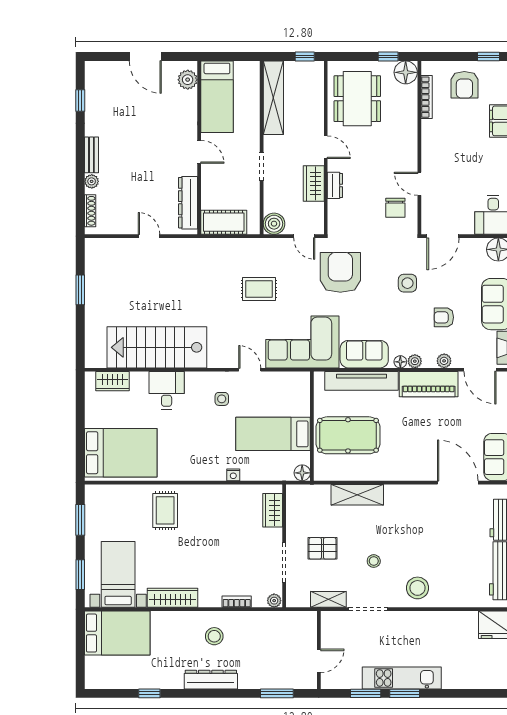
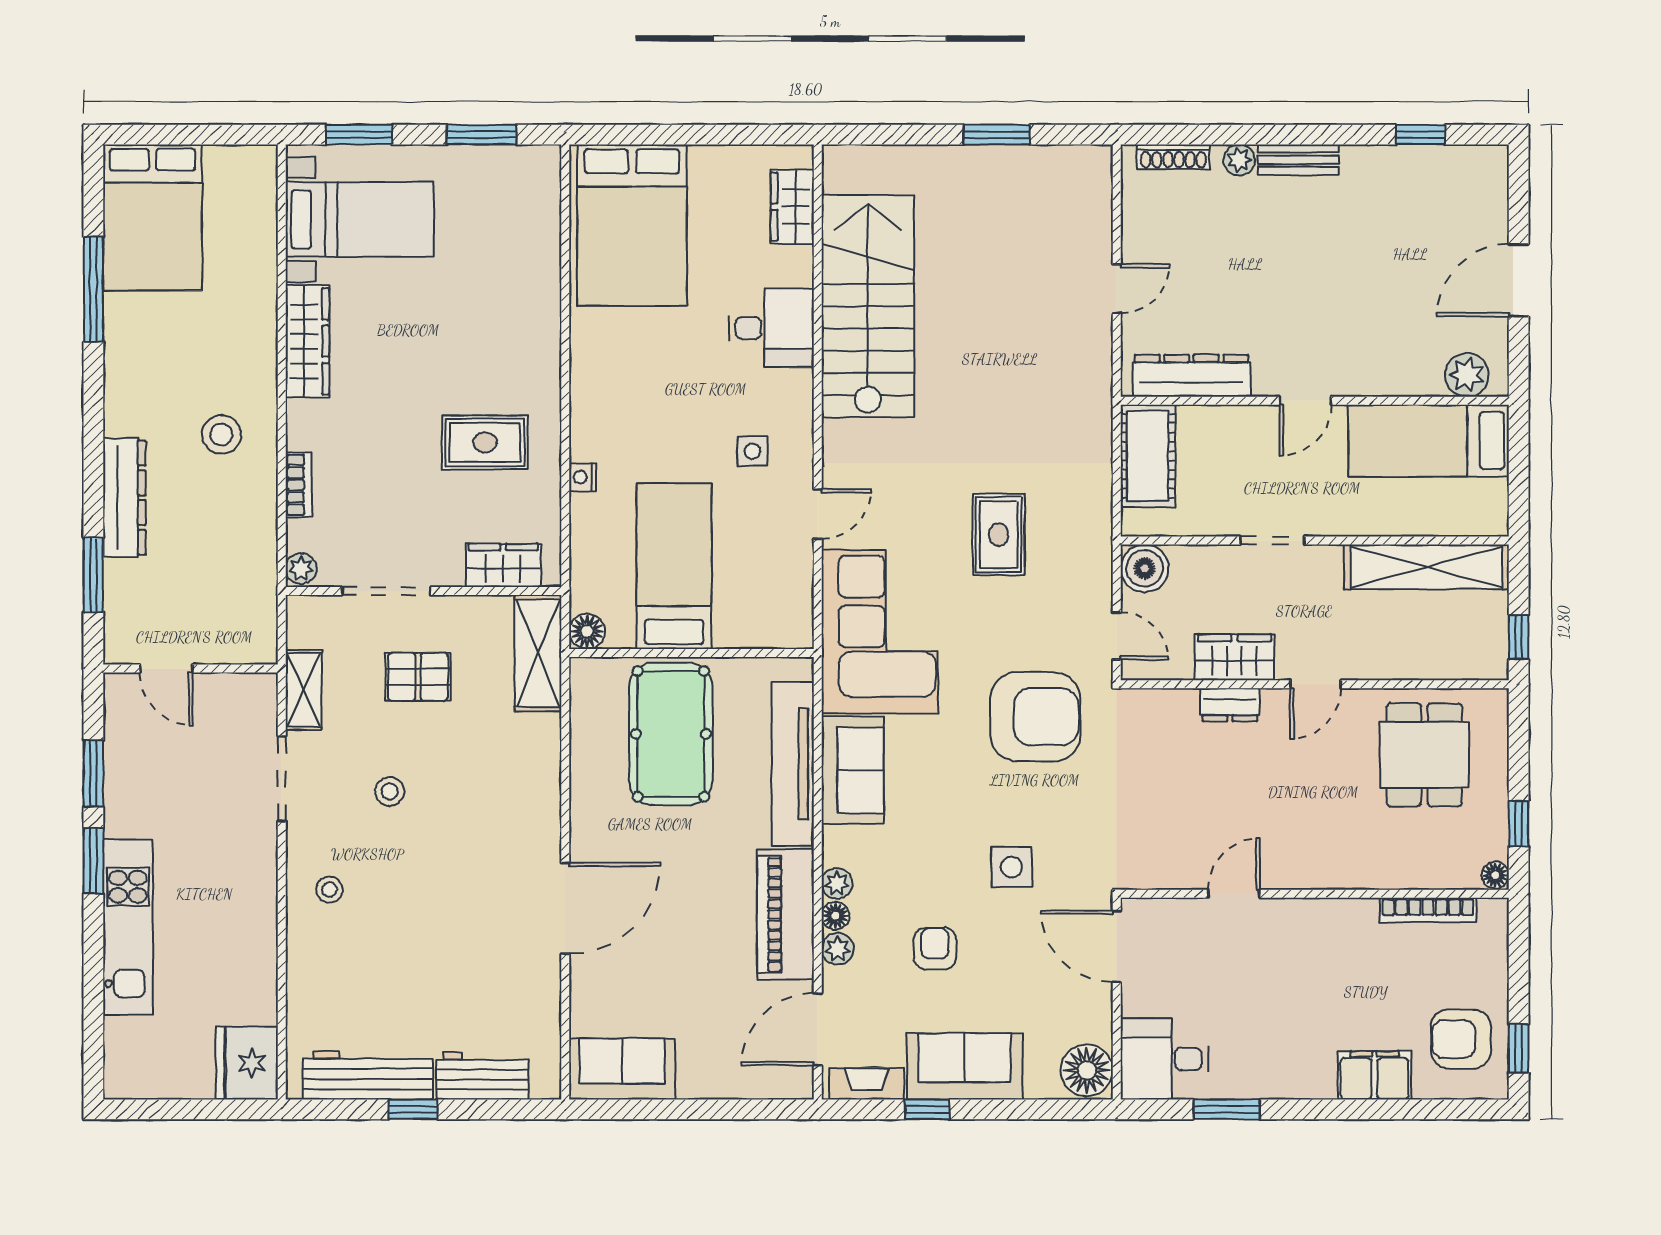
floor lamp: (406, 72) -> (1495, 875), width x0.53, depth x0.53
armchair: (464, 85) -> (1461, 1039), moved
dining table: (357, 99) -> (1424, 755), width x0.73
chair: (395, 208) -> (1180, 840), removed
door: (304, 236) -> (1117, 636), swing flipped
floor lamp: (400, 362) -> (835, 916), moved
door: (458, 483) -> (565, 908), moved
shelving: (357, 495) -> (538, 653), moved
rug: (165, 510) -> (485, 442), moved
pallet: (322, 548) -> (418, 677), turned 90
stool: (418, 588) -> (329, 889), width x0.53, depth x0.53
bed: (117, 633) -> (152, 218), moved
kitchen unit: (402, 678) -> (128, 927), moved
dresser: (211, 680) -> (124, 498), moved
window: (149, 693) -> (93, 289), width x2.17

